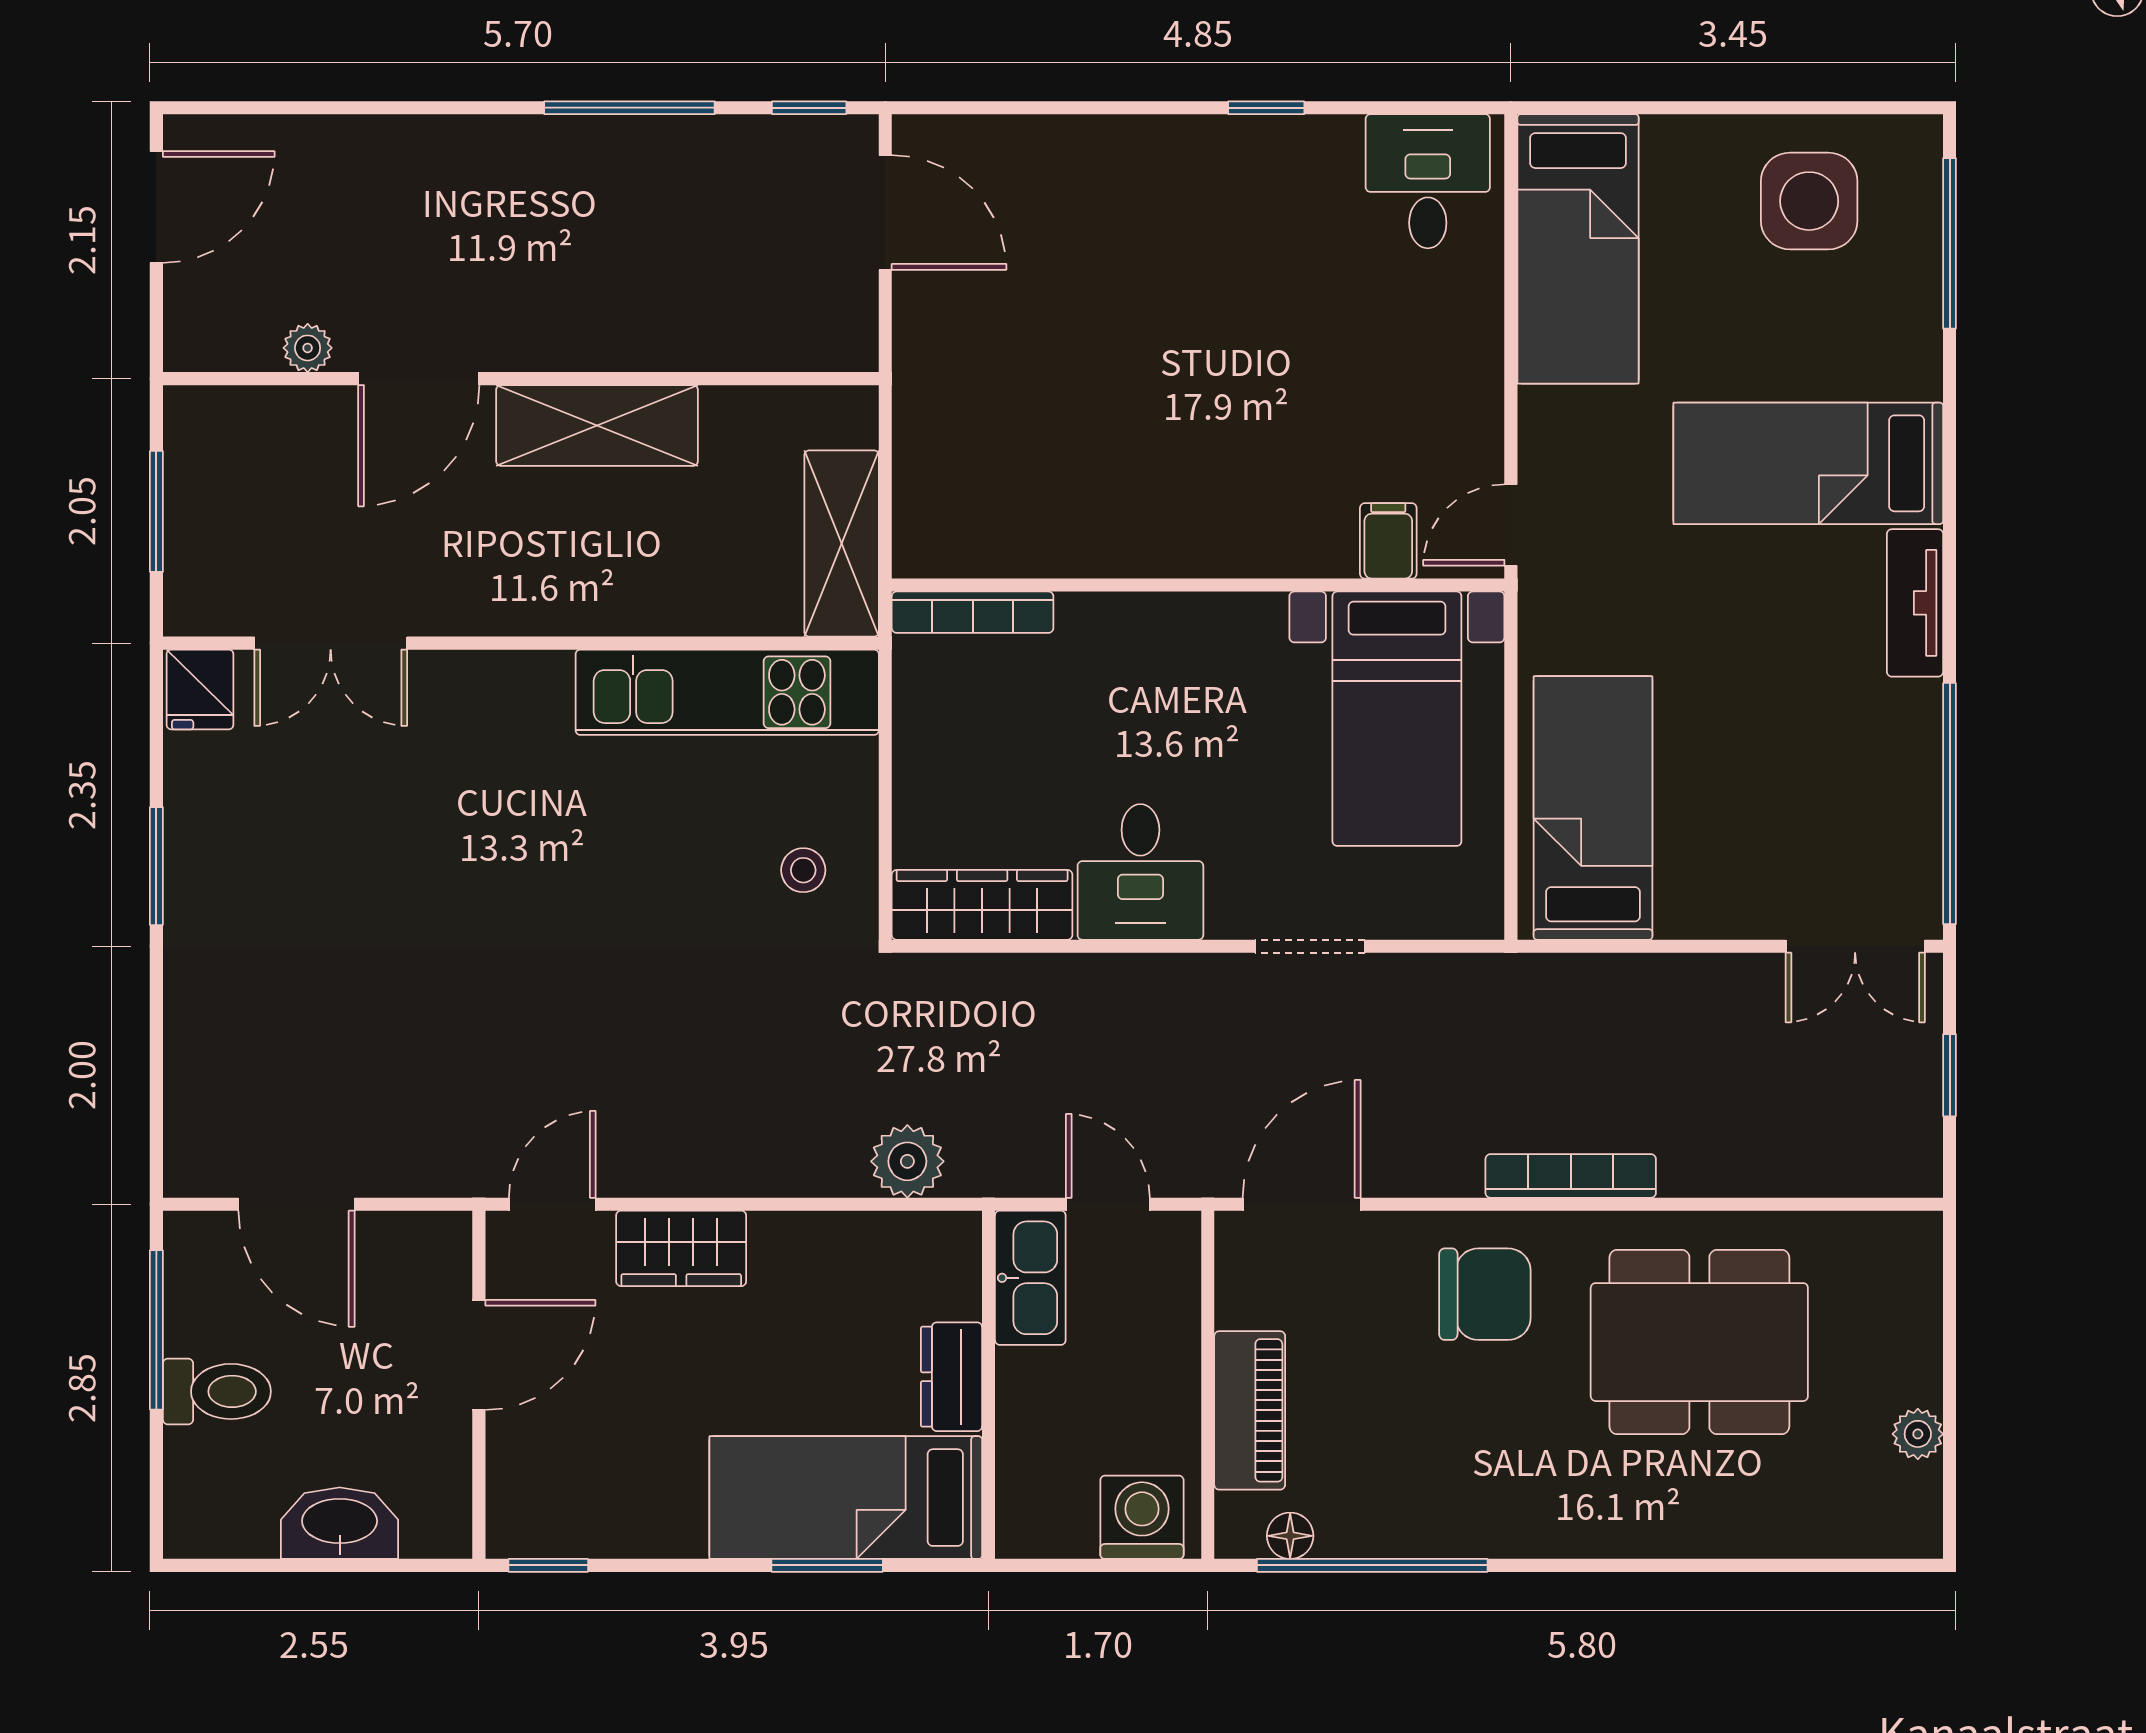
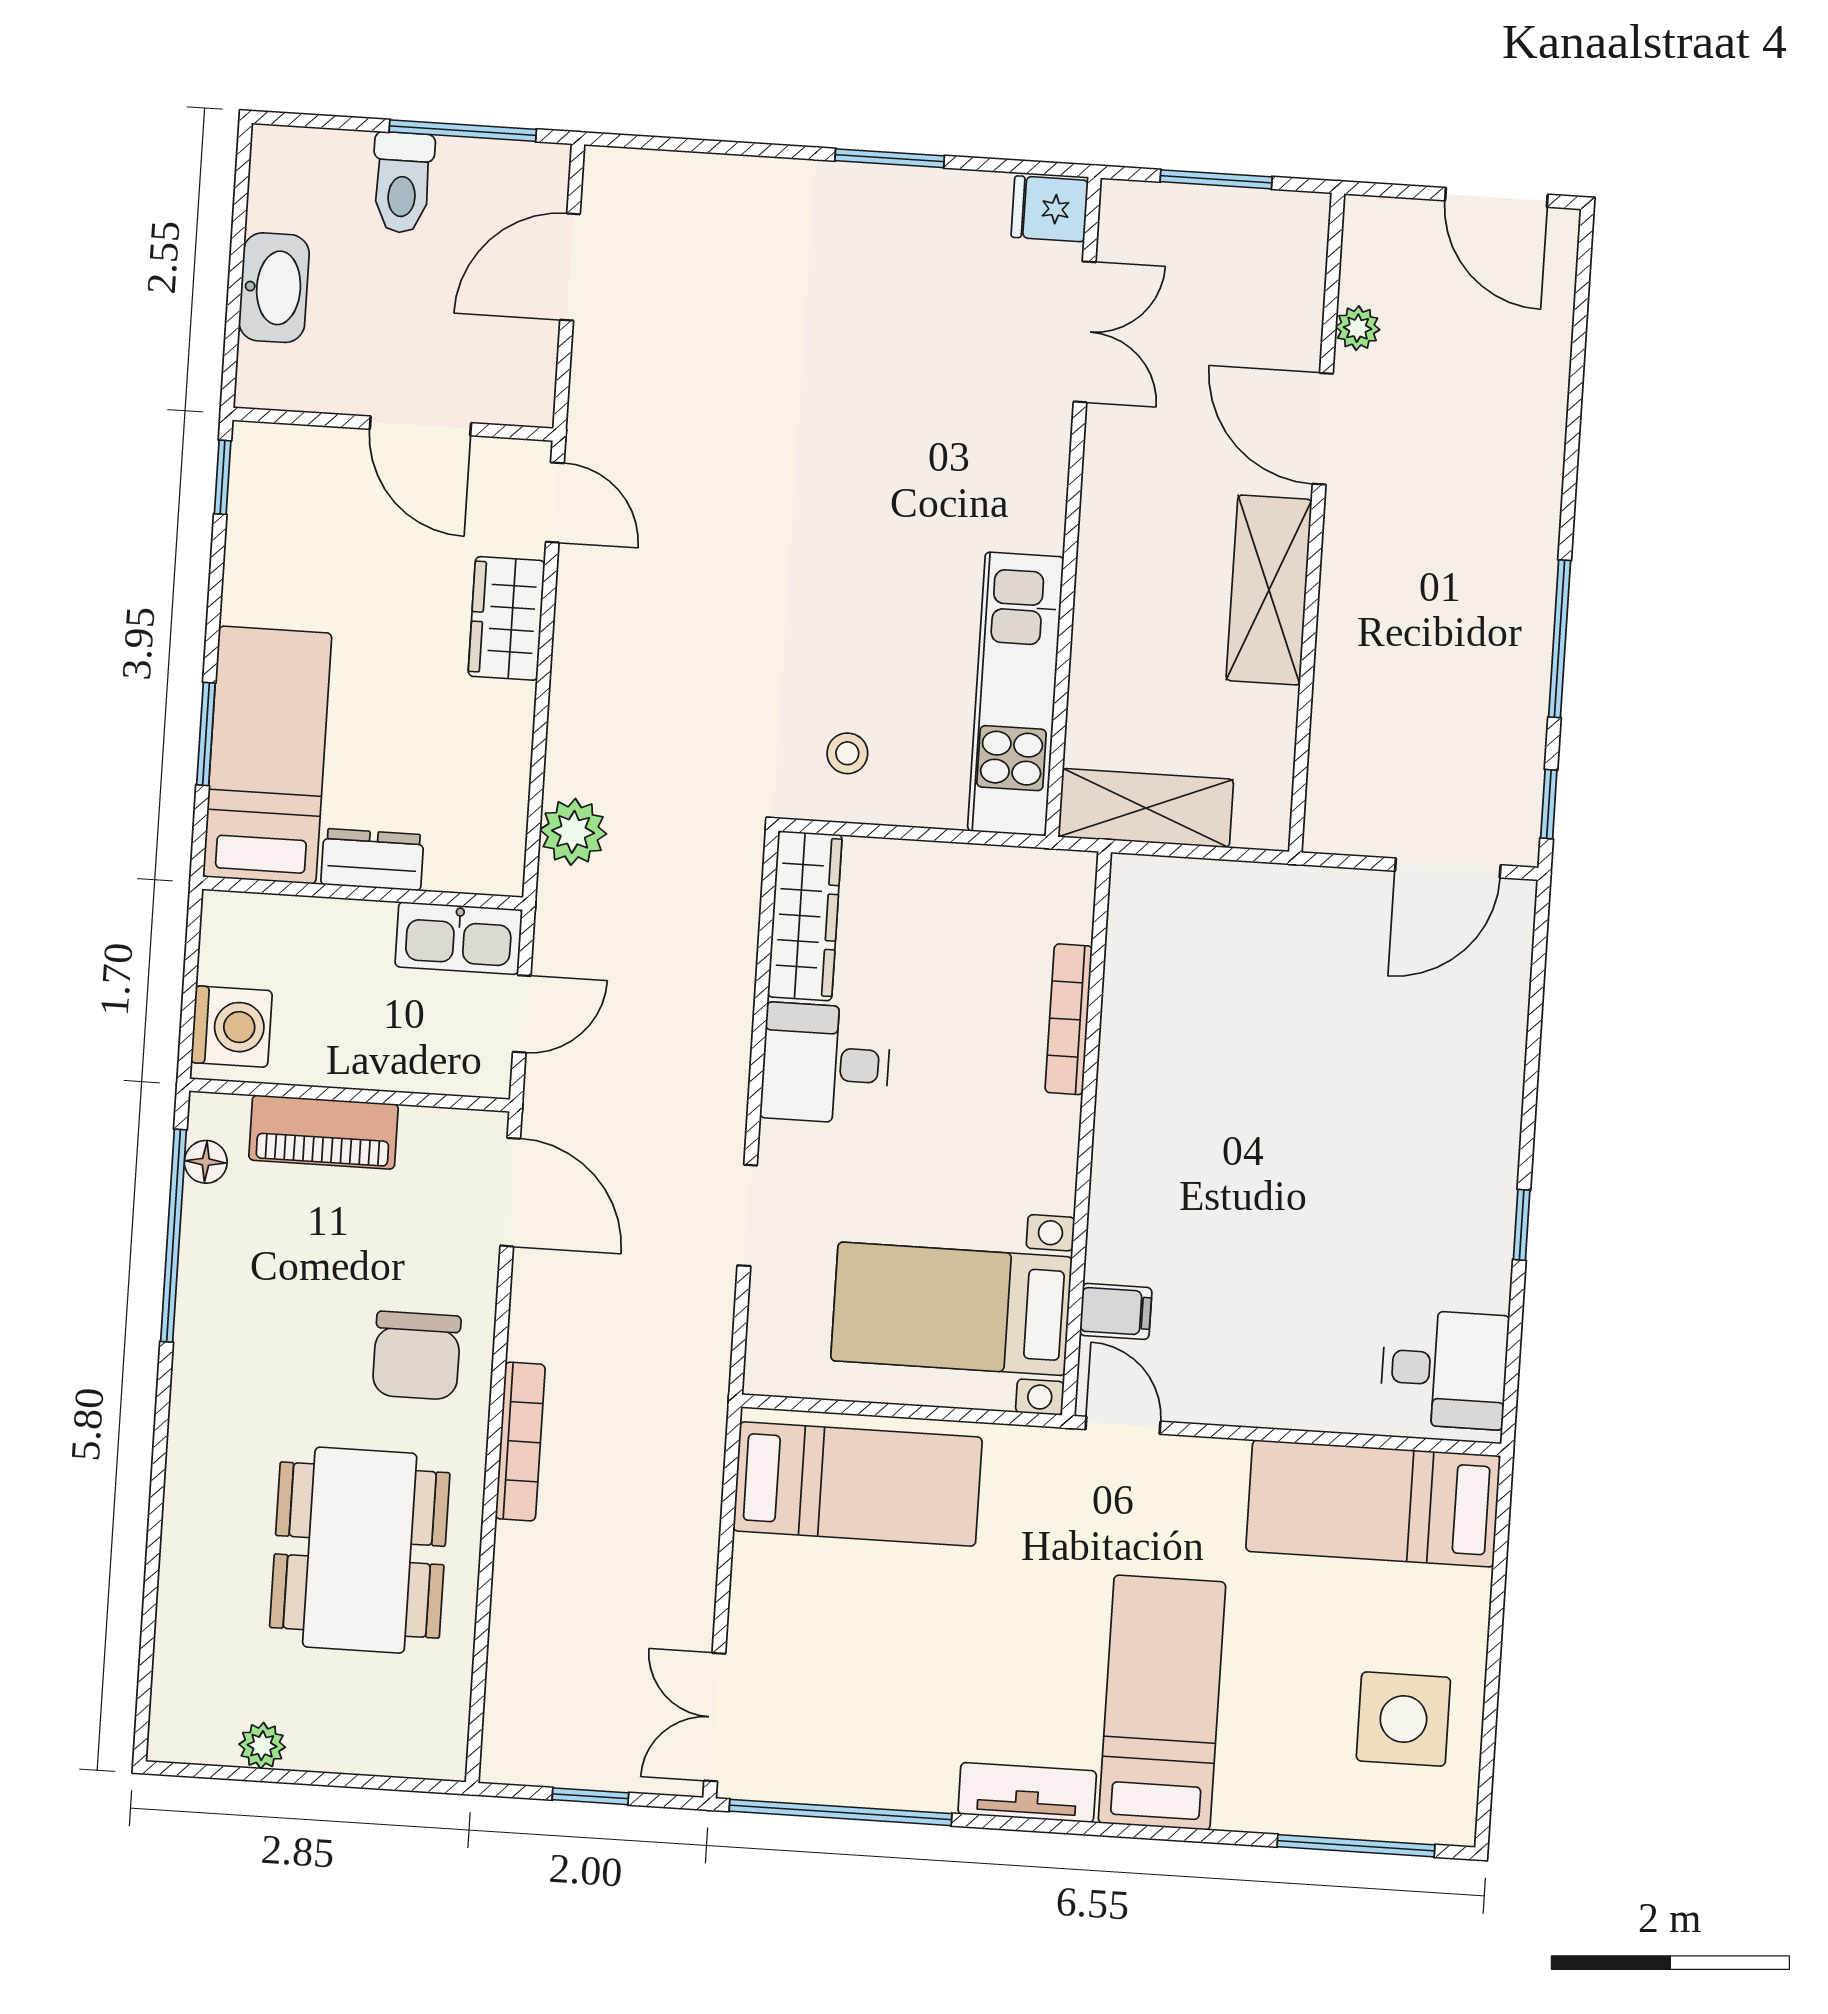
bookcase: (973, 612) -> (1069, 1019), moved
double door: (331, 643) -> (1085, 332), swing flipped

